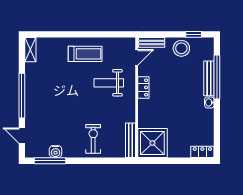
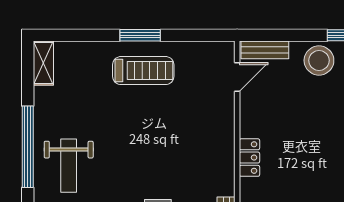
window: (83, 34) -> (140, 35), added
weight bench: (109, 83) -> (69, 166), moved, turned -90
locker: (143, 87) -> (249, 158), moved

